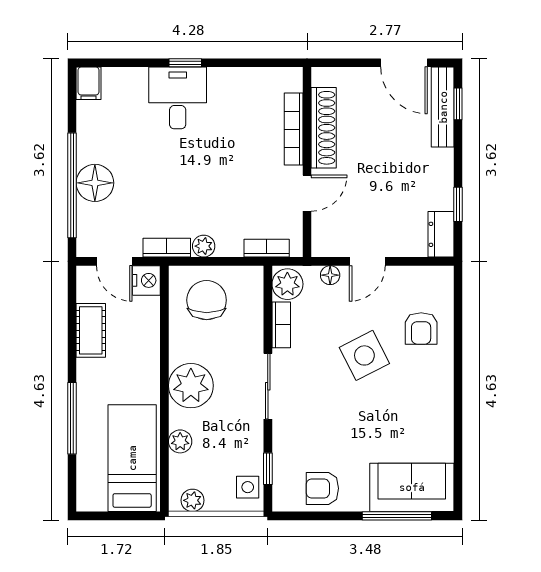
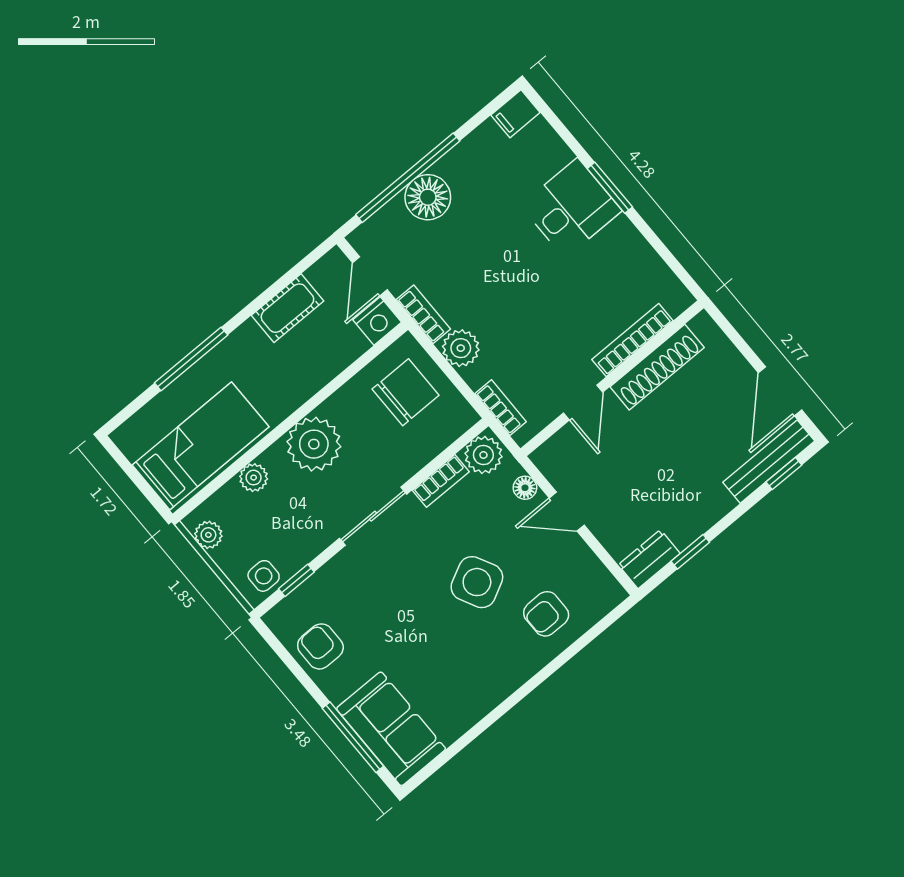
window: (185, 63) -> (610, 188), width x1.50
door: (307, 193) -> (583, 402), hinge flipped
plant: (204, 246) -> (461, 348), width x1.38, depth x1.38

